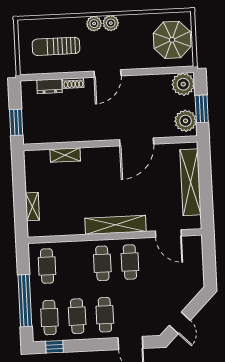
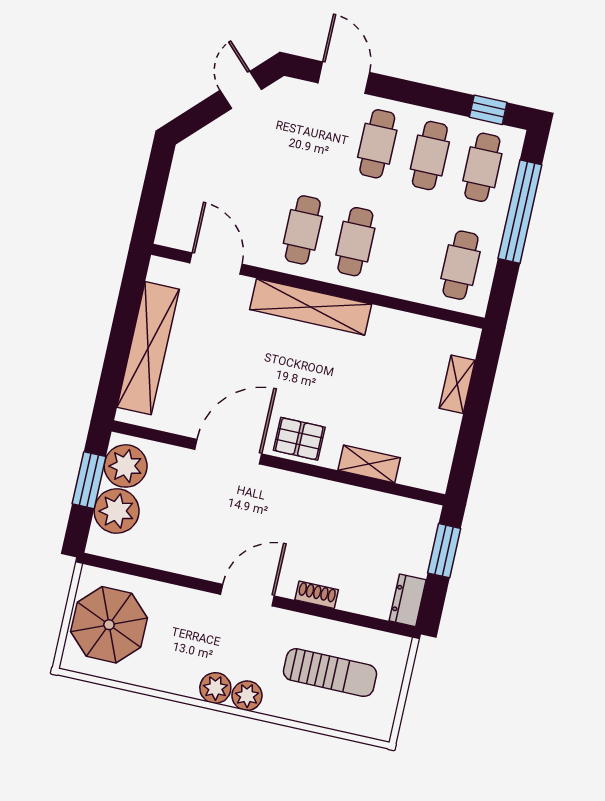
plant: (183, 84) -> (117, 511), moved
dresser: (50, 86) -> (408, 600), moved, turned -90
pallet: (103, 158) -> (299, 439), added

